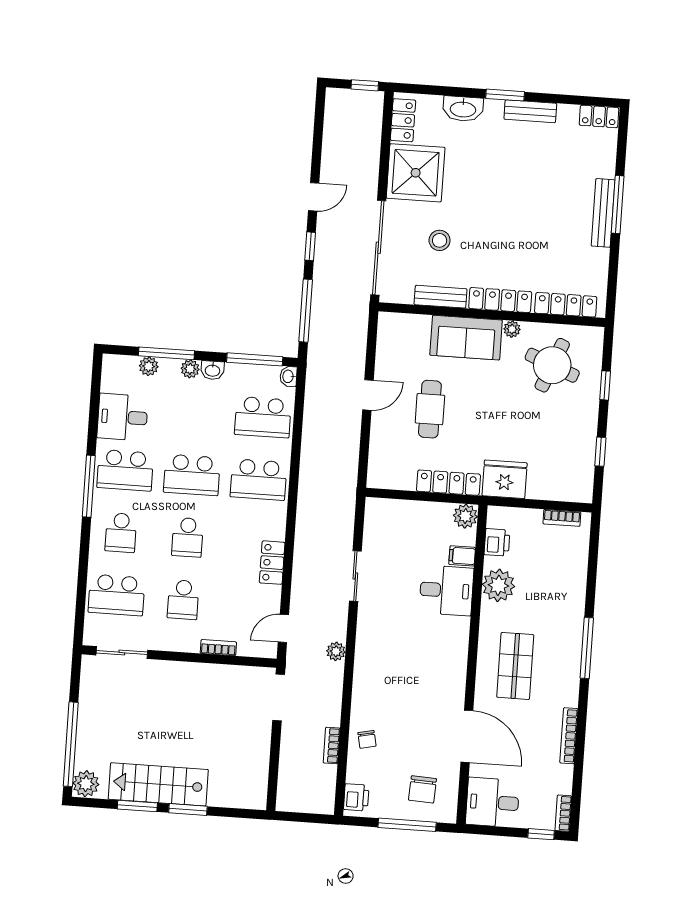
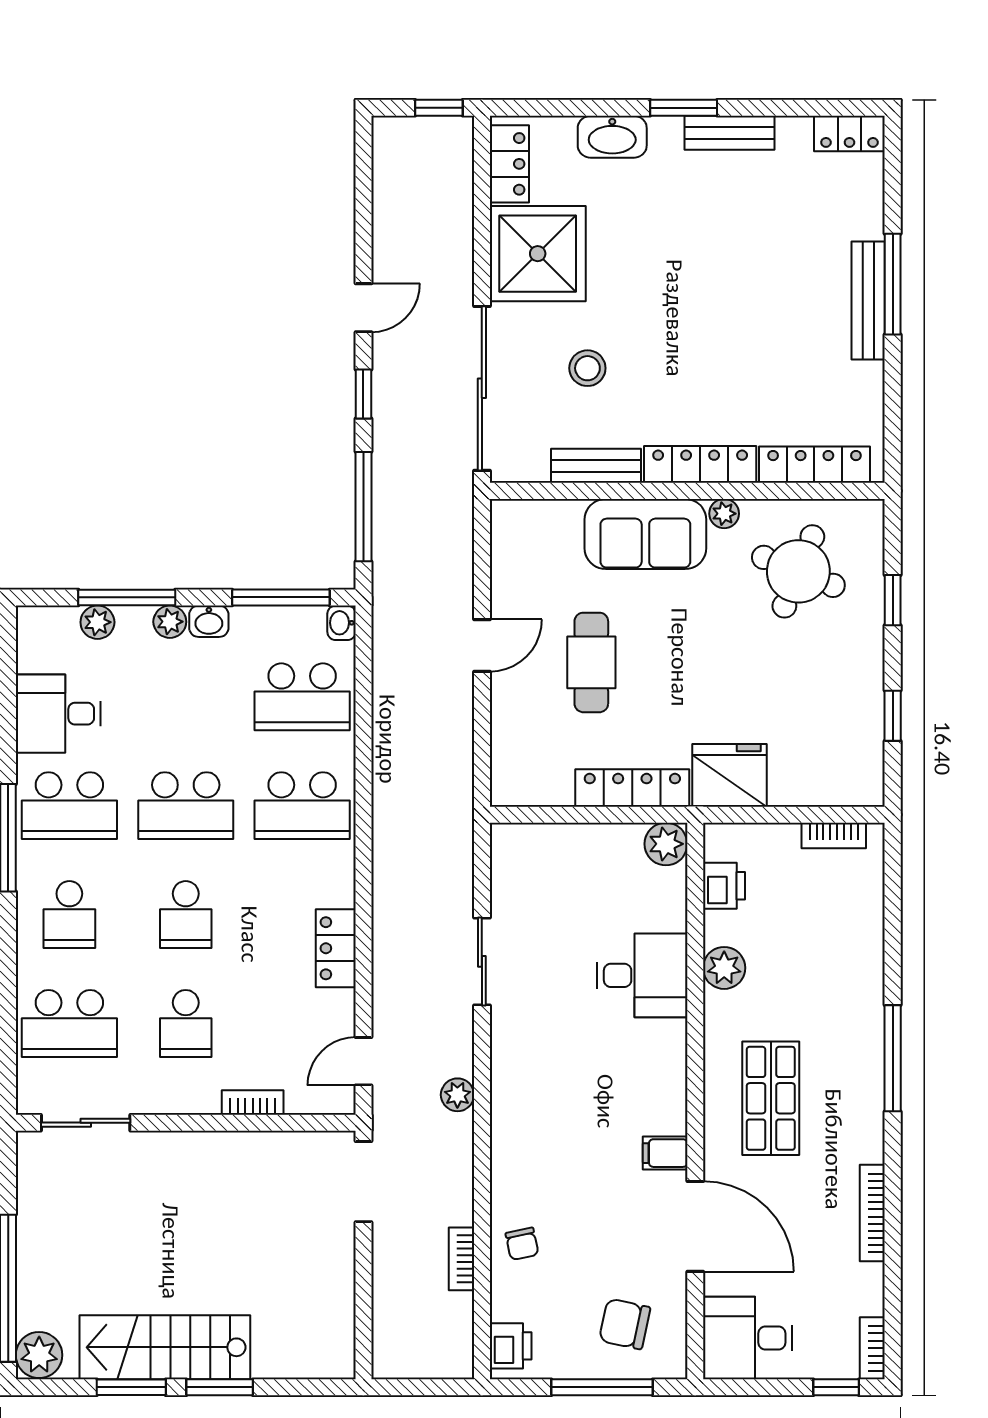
filing cabinet: (462, 556) -> (665, 1153), moved
plant: (498, 585) -> (724, 968), width x0.73, depth x0.73
chair: (423, 789) -> (625, 1324), turned 99

